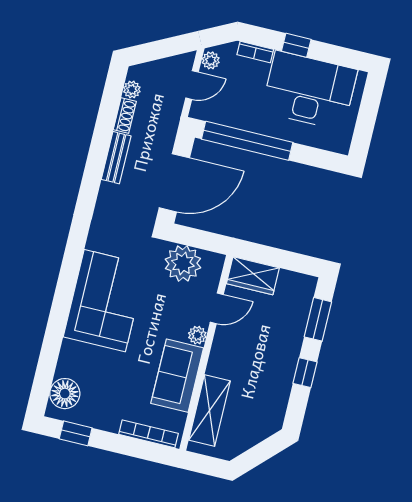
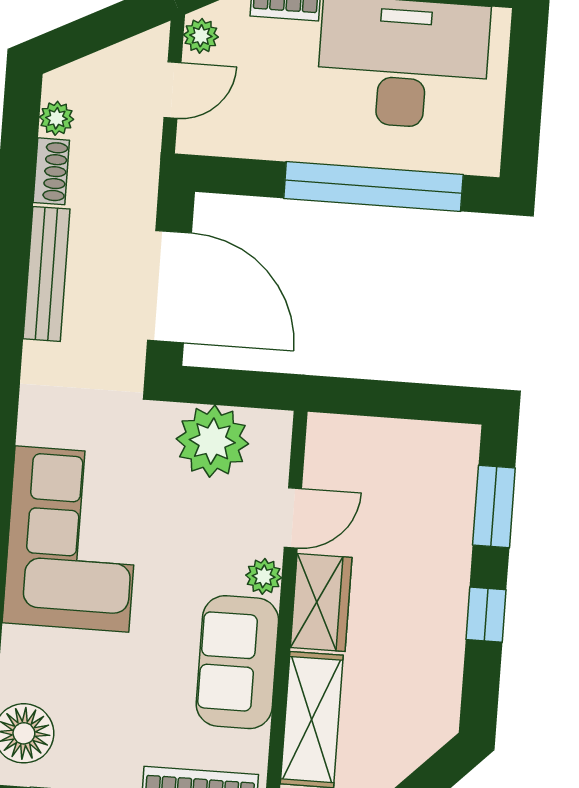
window: (247, 141) -> (373, 186), moved
bench: (116, 158) -> (46, 274), width x1.36
door: (174, 183) -> (170, 287), hinge flipped
wardrobe: (253, 276) -> (321, 602), moved, turned -90

